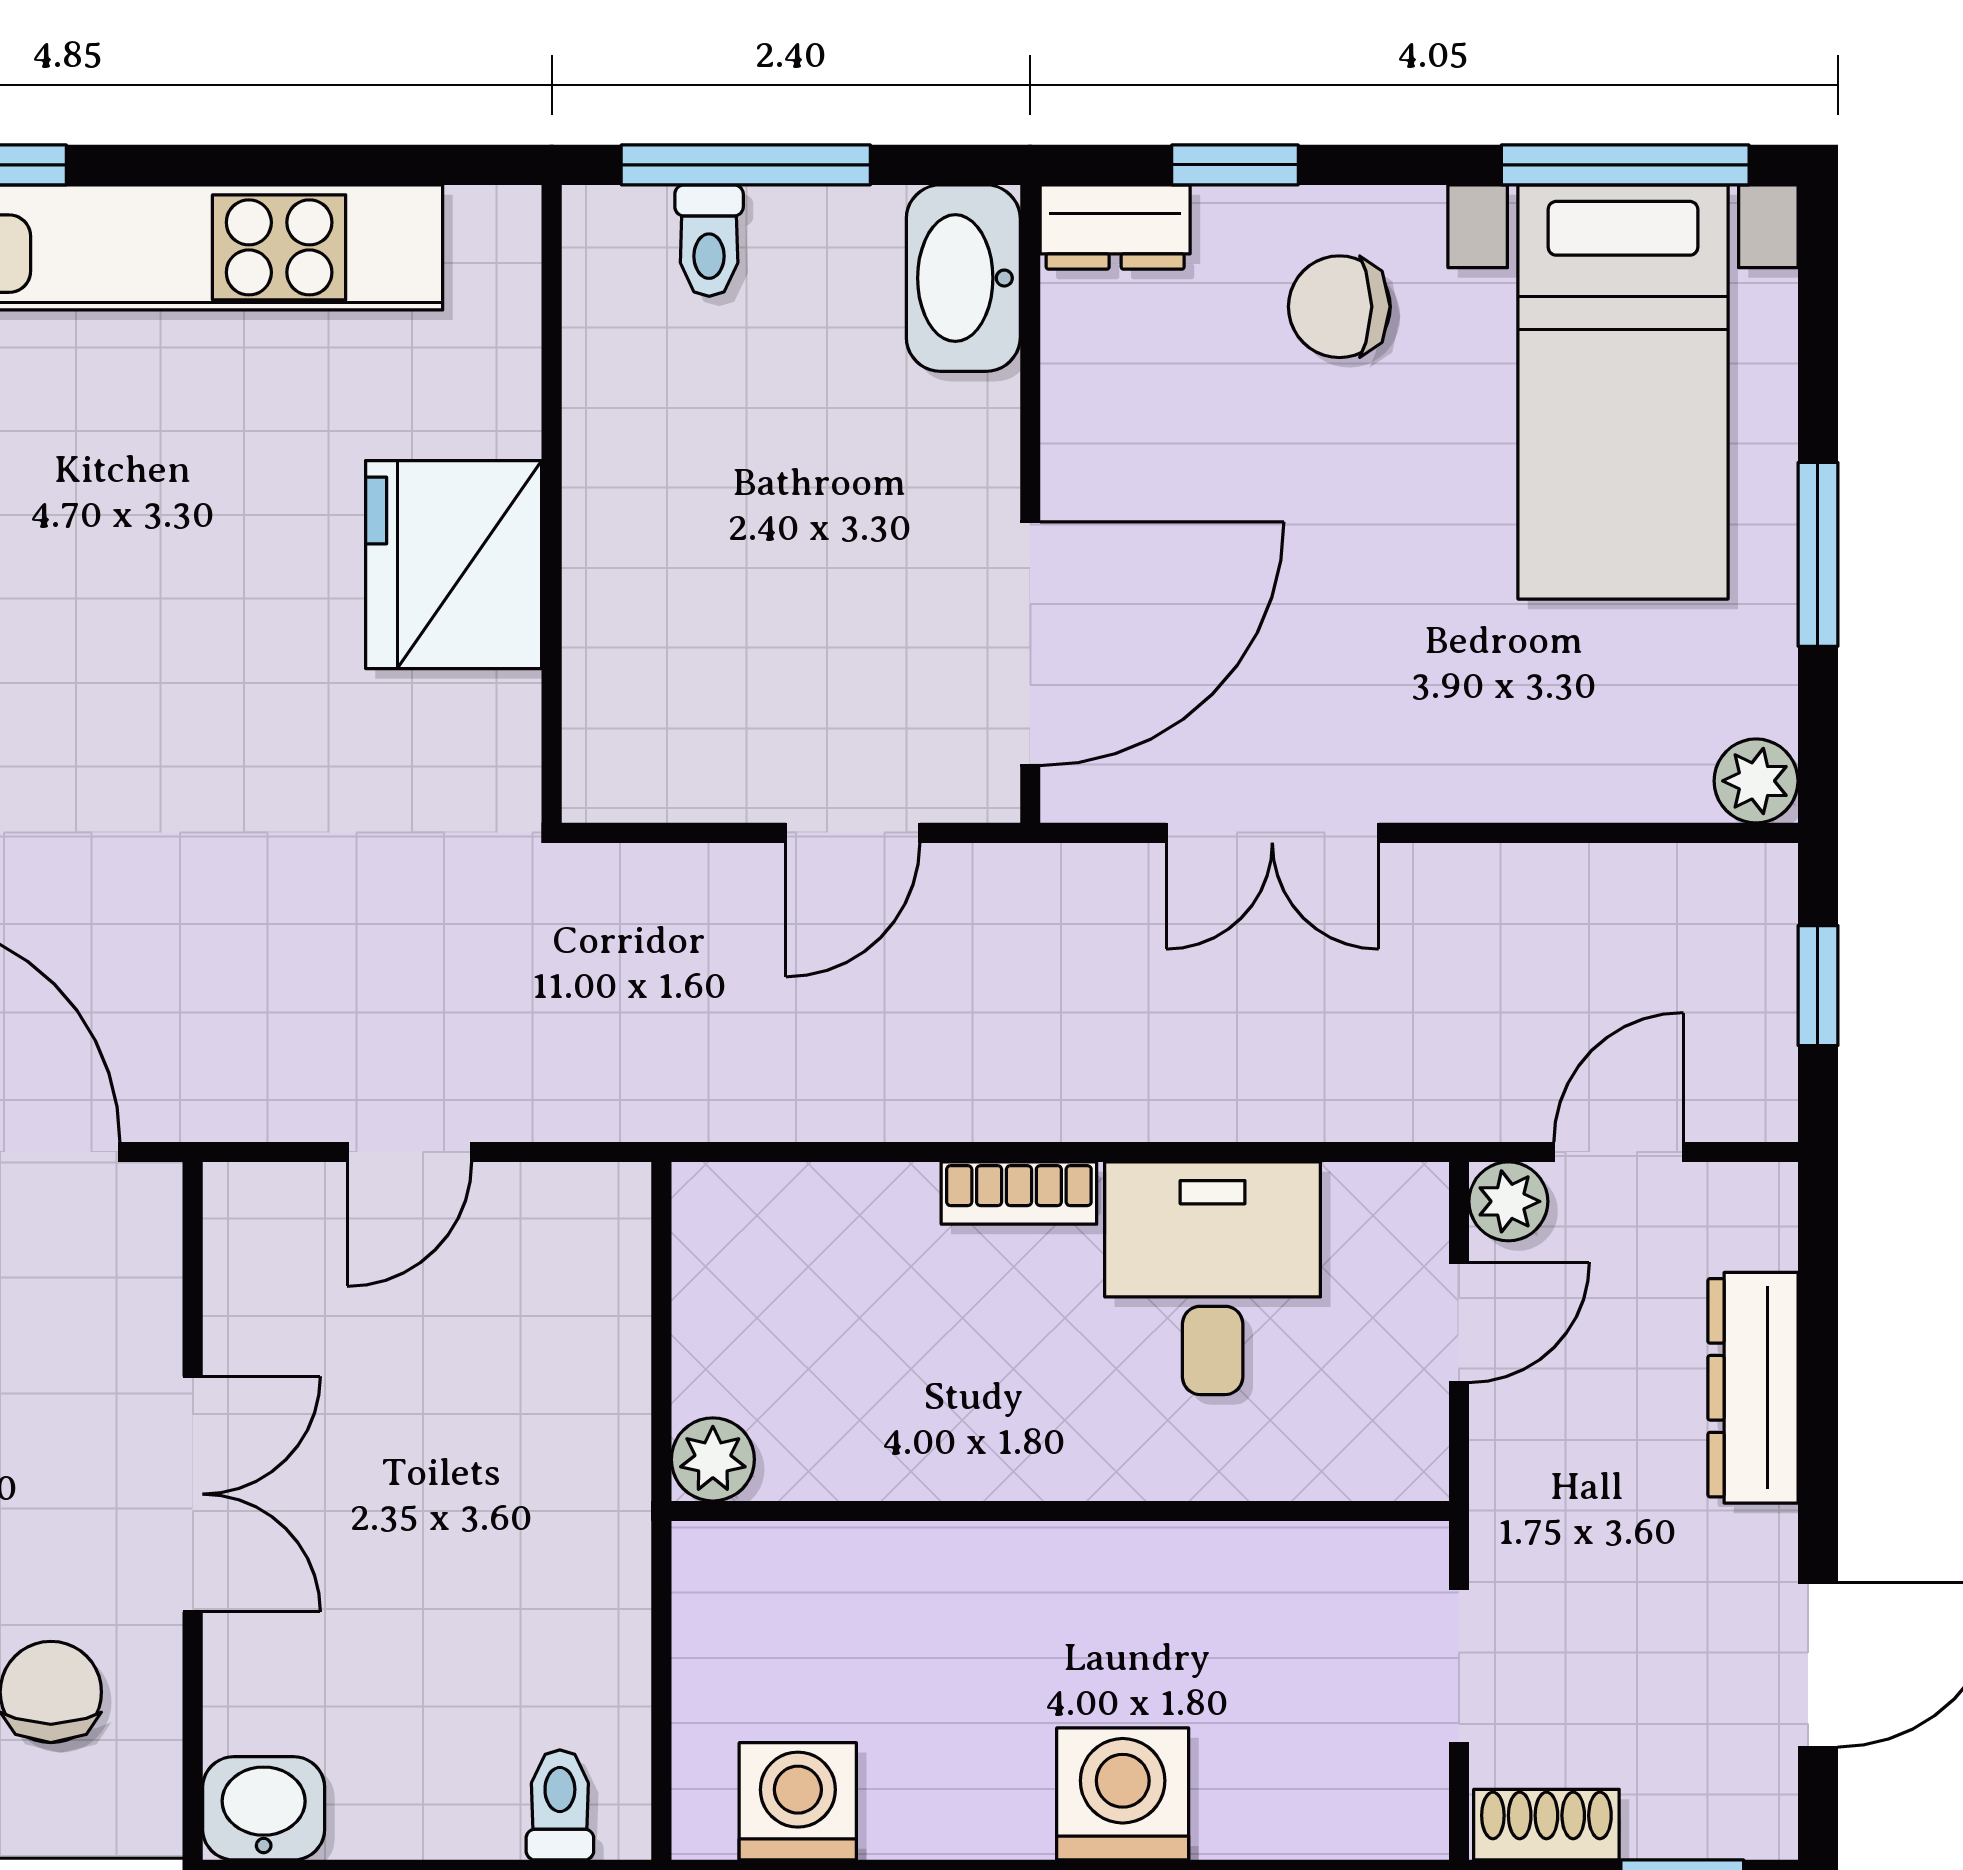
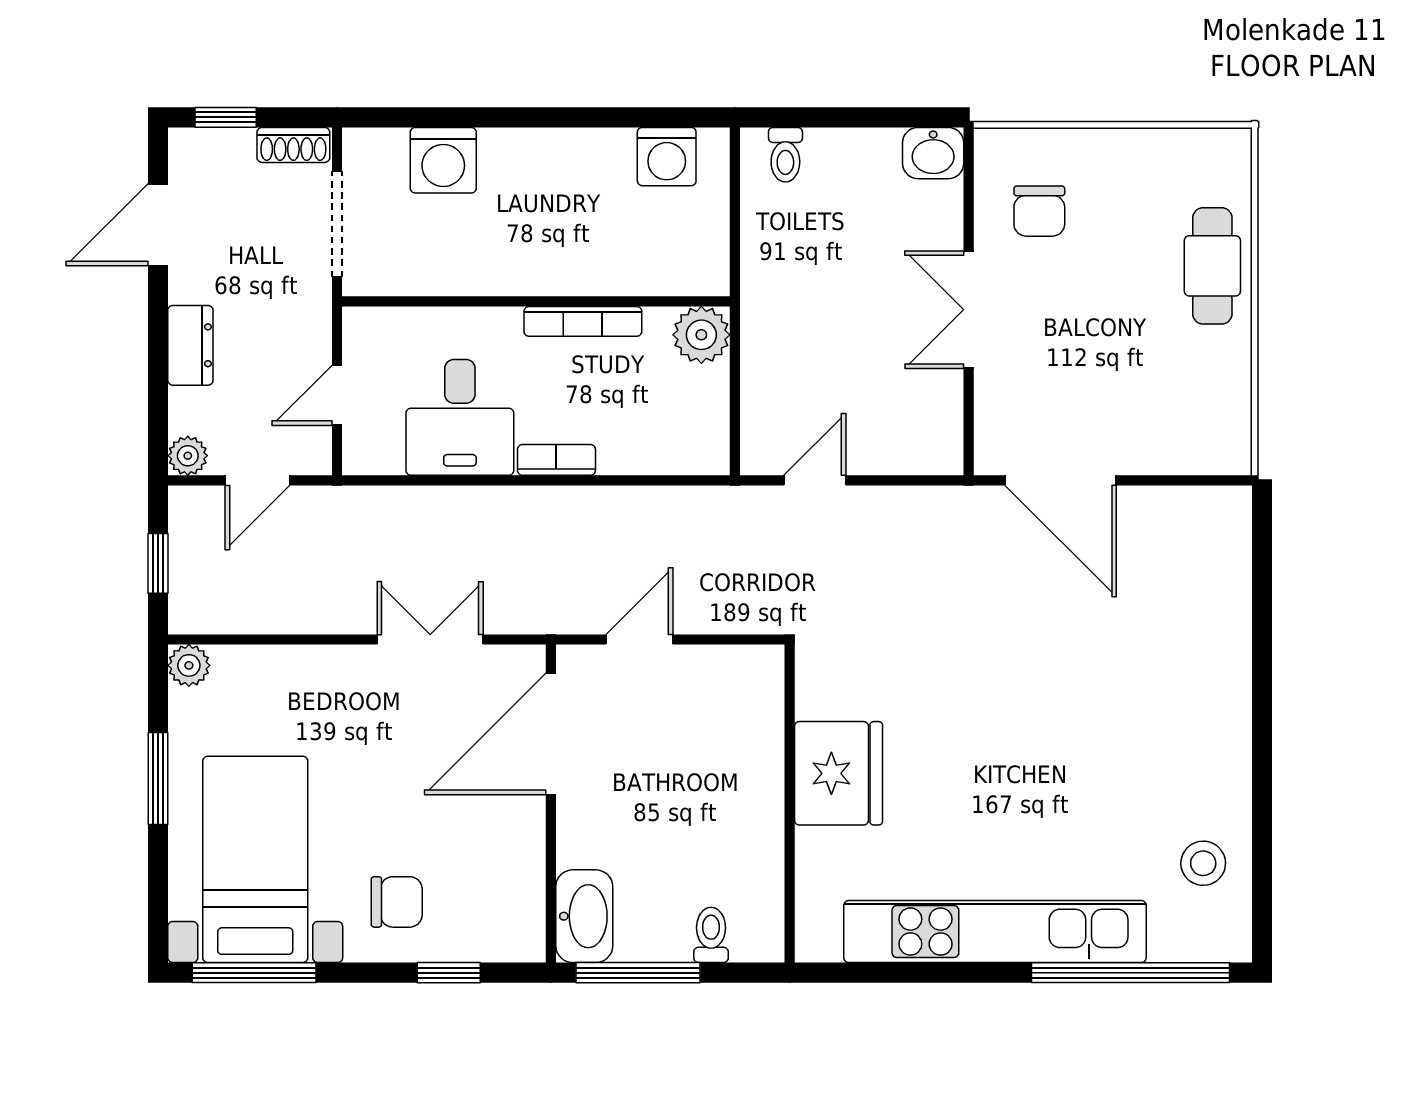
window: (746, 165) -> (638, 973), moved
dresser: (1115, 227) -> (508, 942), removed
door: (409, 1152) -> (815, 480), moved
plant: (1508, 1201) -> (188, 456), moved
dresser: (1753, 1388) -> (190, 345), width x0.70
plant: (713, 1459) -> (701, 335), width x1.38, depth x1.38
bookcase: (966, 1471) -> (583, 321), added
doorway: (1459, 1666) -> (337, 224), width x1.38
washing machine: (1123, 1794) -> (443, 160), moved

